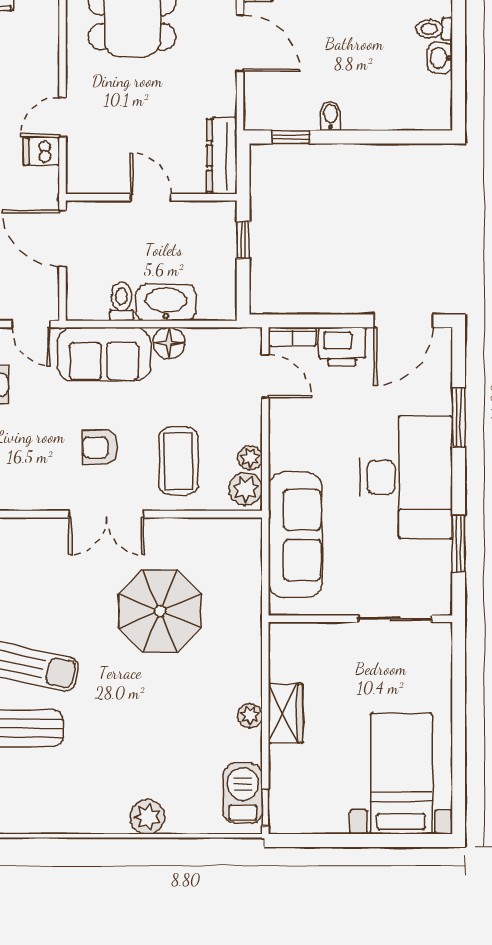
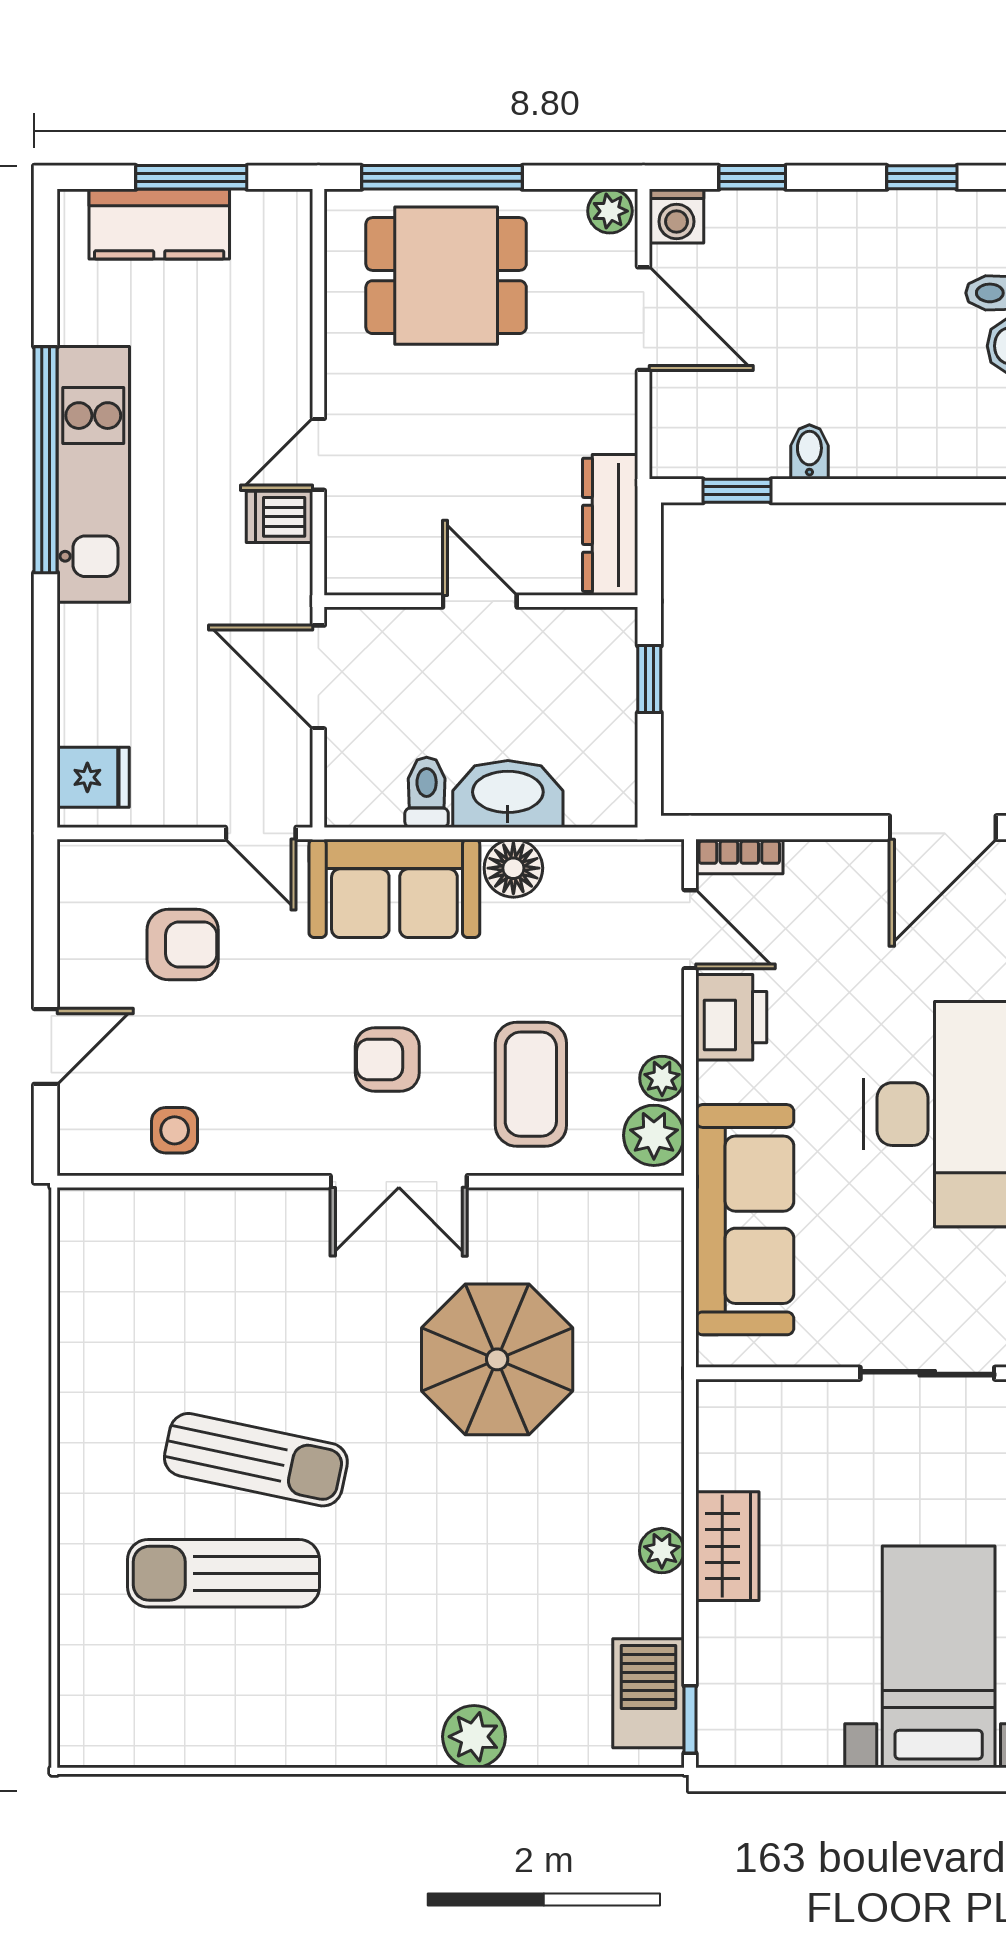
printer: (342, 347) -> (731, 1017), moved, turned -90

